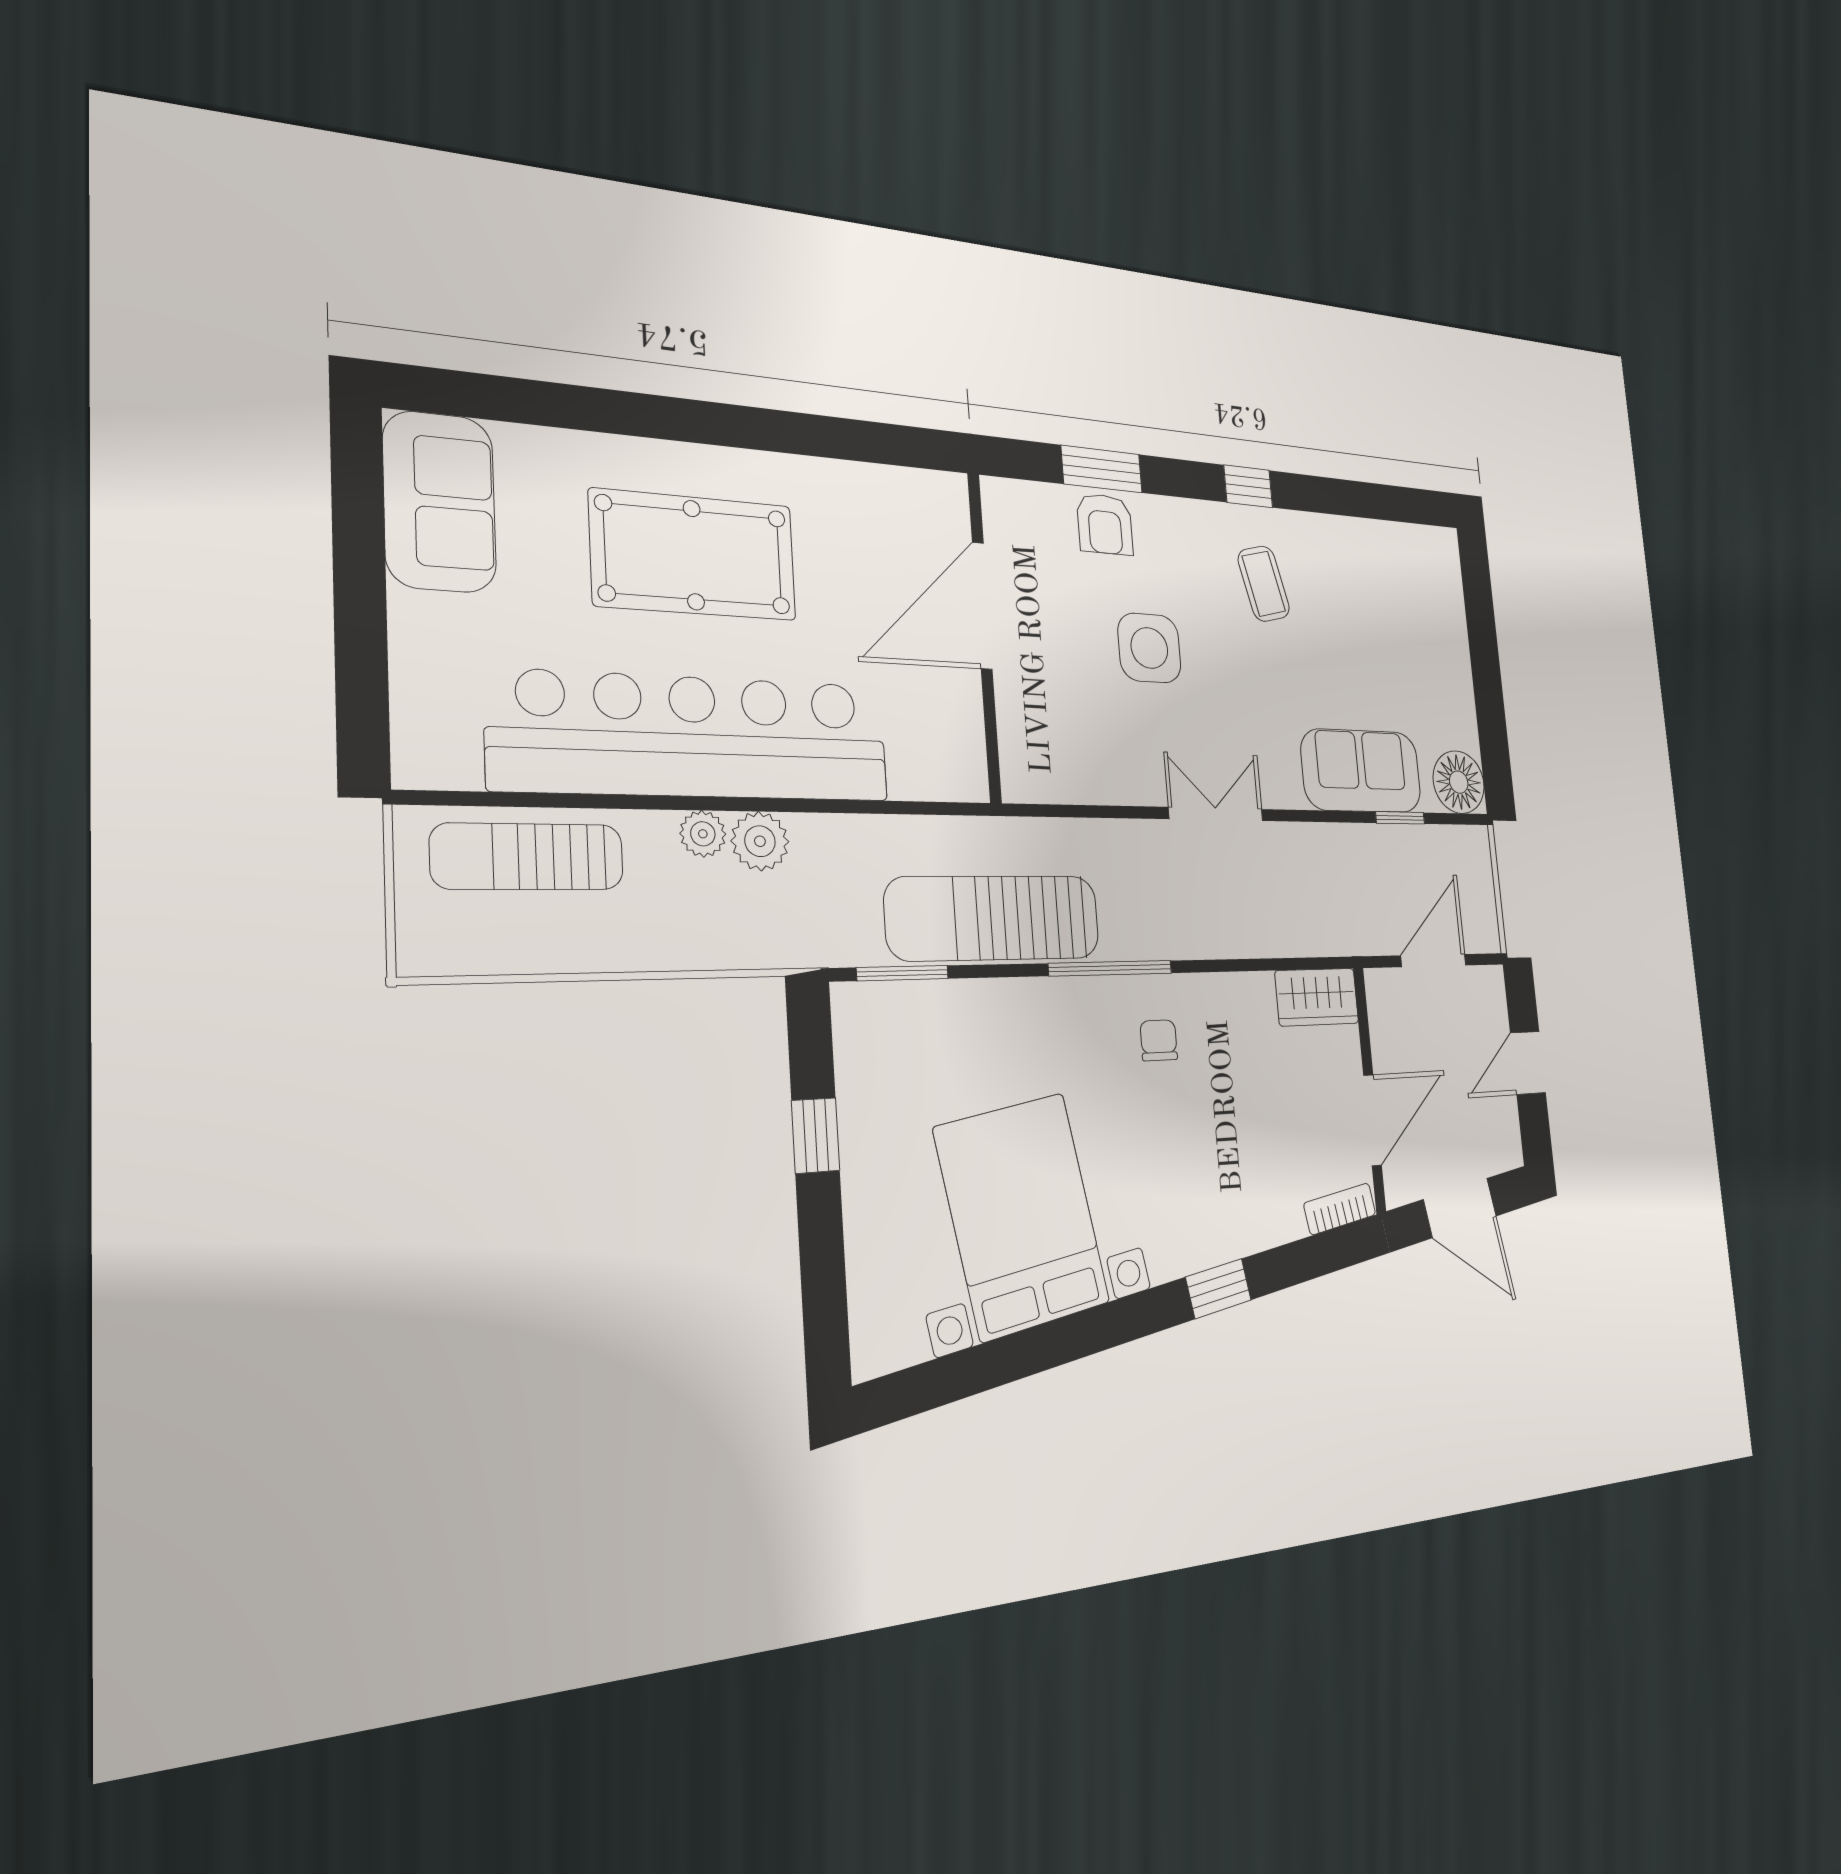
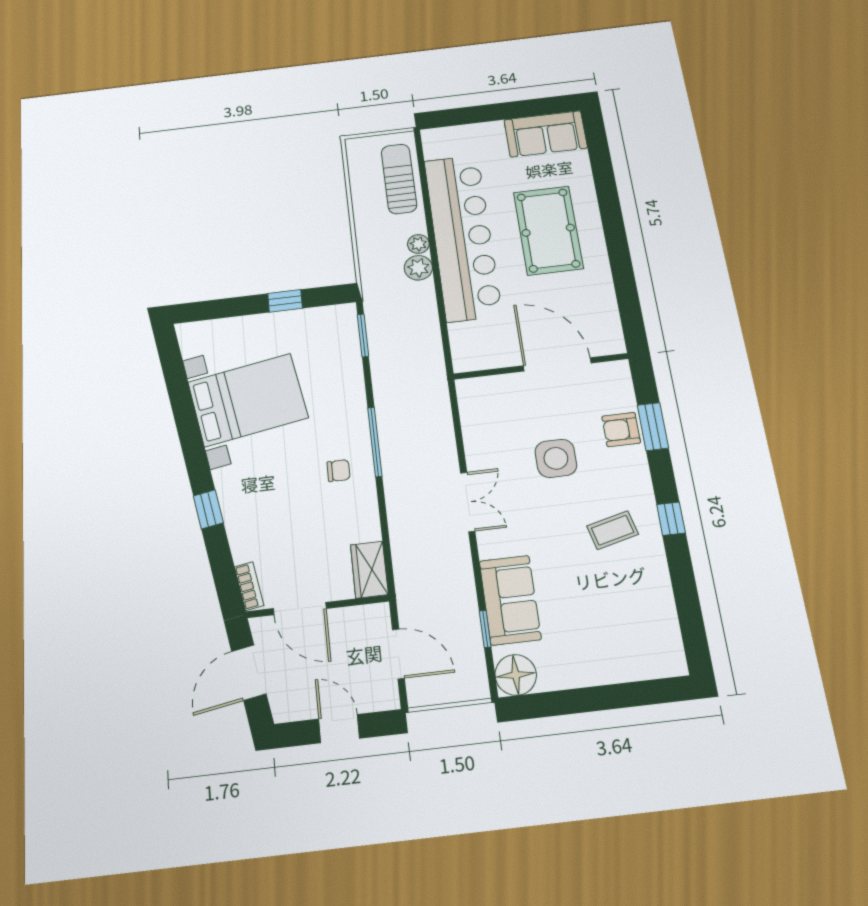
sun lounger: (994, 918) -> (395, 378), removed

